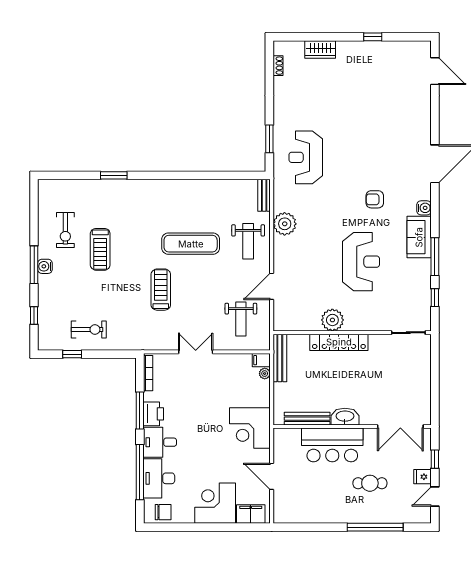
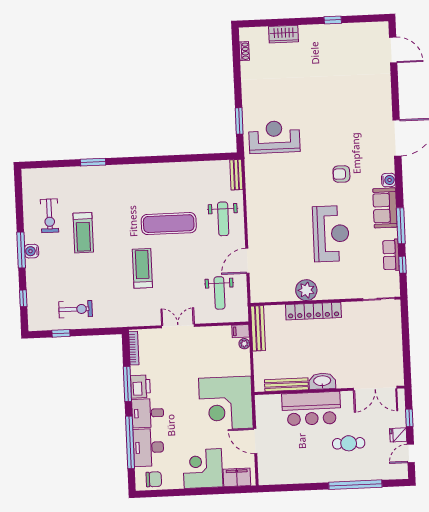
reception desk: (306, 157) -> (274, 137), turned 90
plant: (285, 224) -> (257, 201), removed
row of seats: (423, 287) -> (391, 255), added
corner desk: (250, 428) -> (226, 403), width x1.36, depth x1.36

